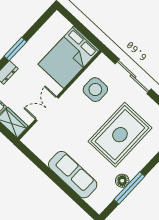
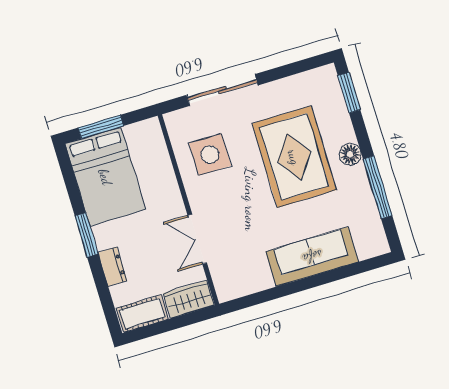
window: (77, 24) -> (101, 127), added
bed: (69, 57) -> (105, 177), moved
floor lamp: (122, 181) -> (350, 154), moved

